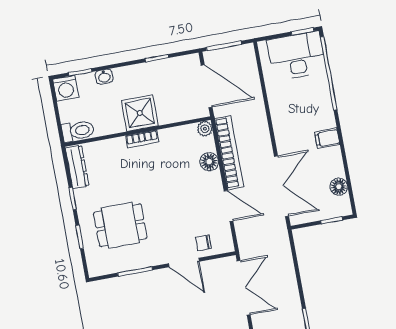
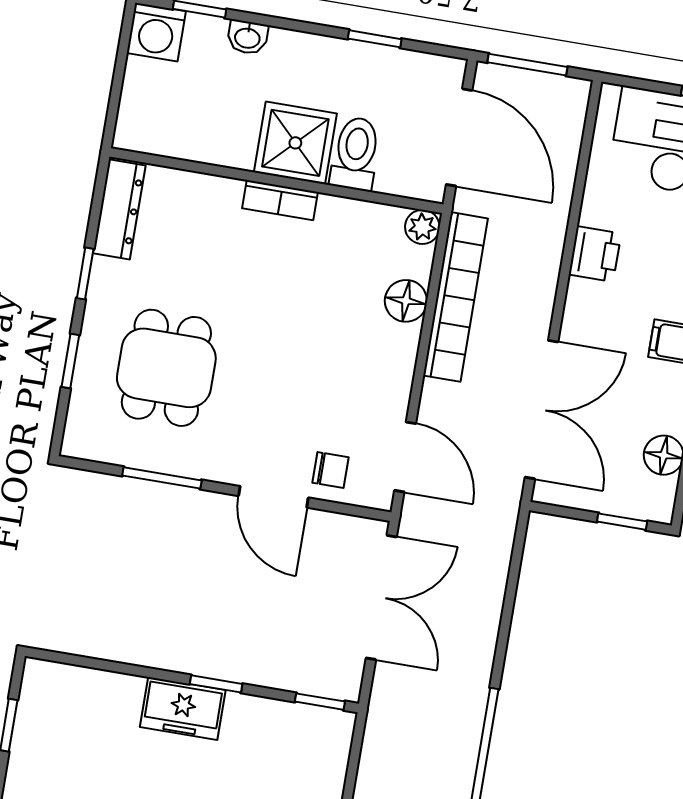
printer: (280, 114) -> (595, 254), added
toilet: (78, 131) -> (355, 154), moved, turned -90
door: (229, 206) -> (405, 457), moved
dining table: (120, 225) -> (166, 368), turned 90
chair: (203, 243) -> (330, 470), turned 180

